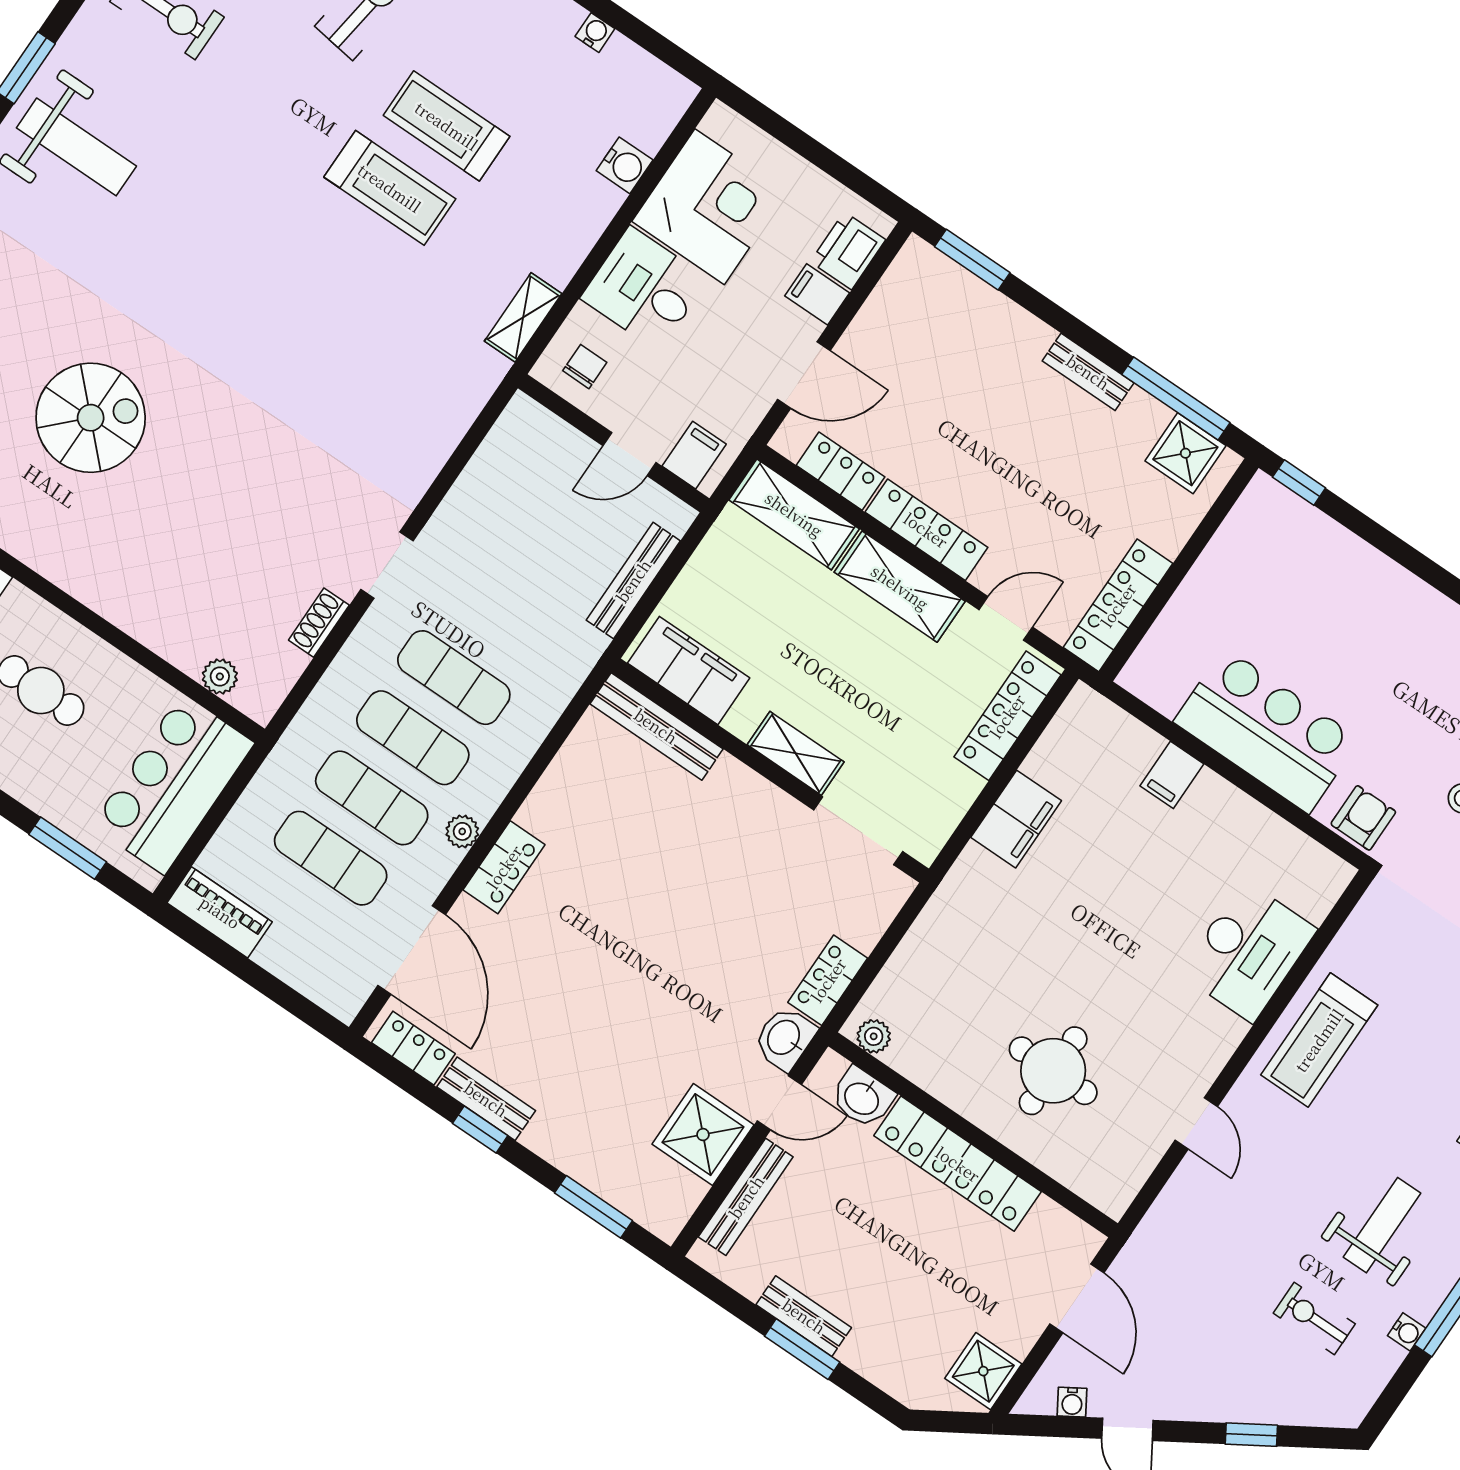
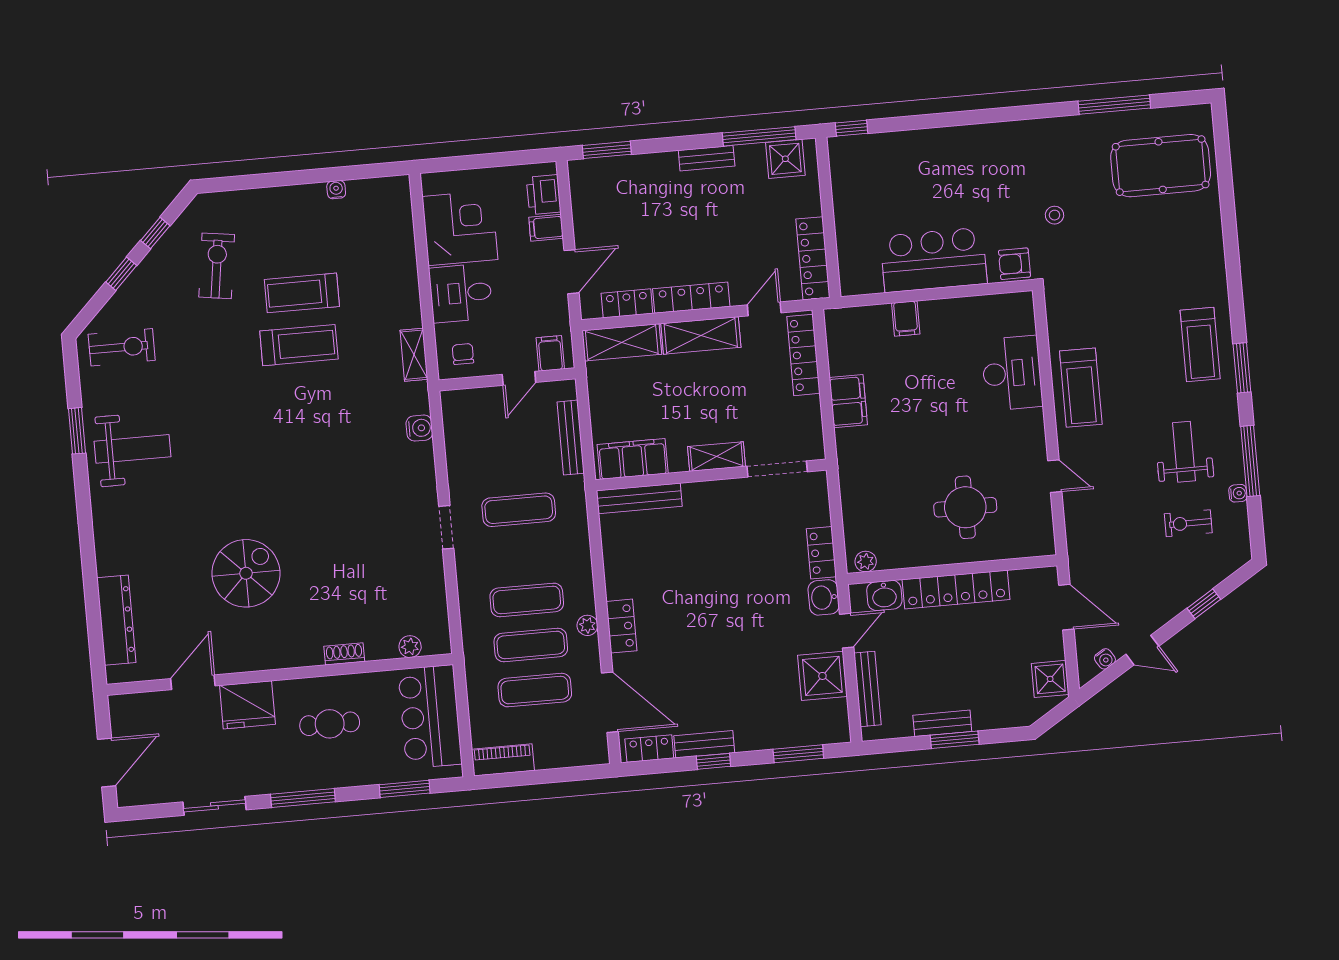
water cooler: (625, 165) -> (419, 428), moved
shoe rack: (319, 623) -> (344, 654), moved, turned 90
exercise mat: (454, 678) -> (519, 510), moved
armchair: (1363, 818) -> (1014, 264), turned -90

